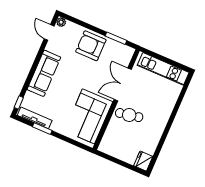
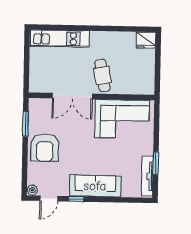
kitchen unit: (163, 69) -> (60, 39), moved, turned 90
window: (19, 103) -> (76, 199), moved

